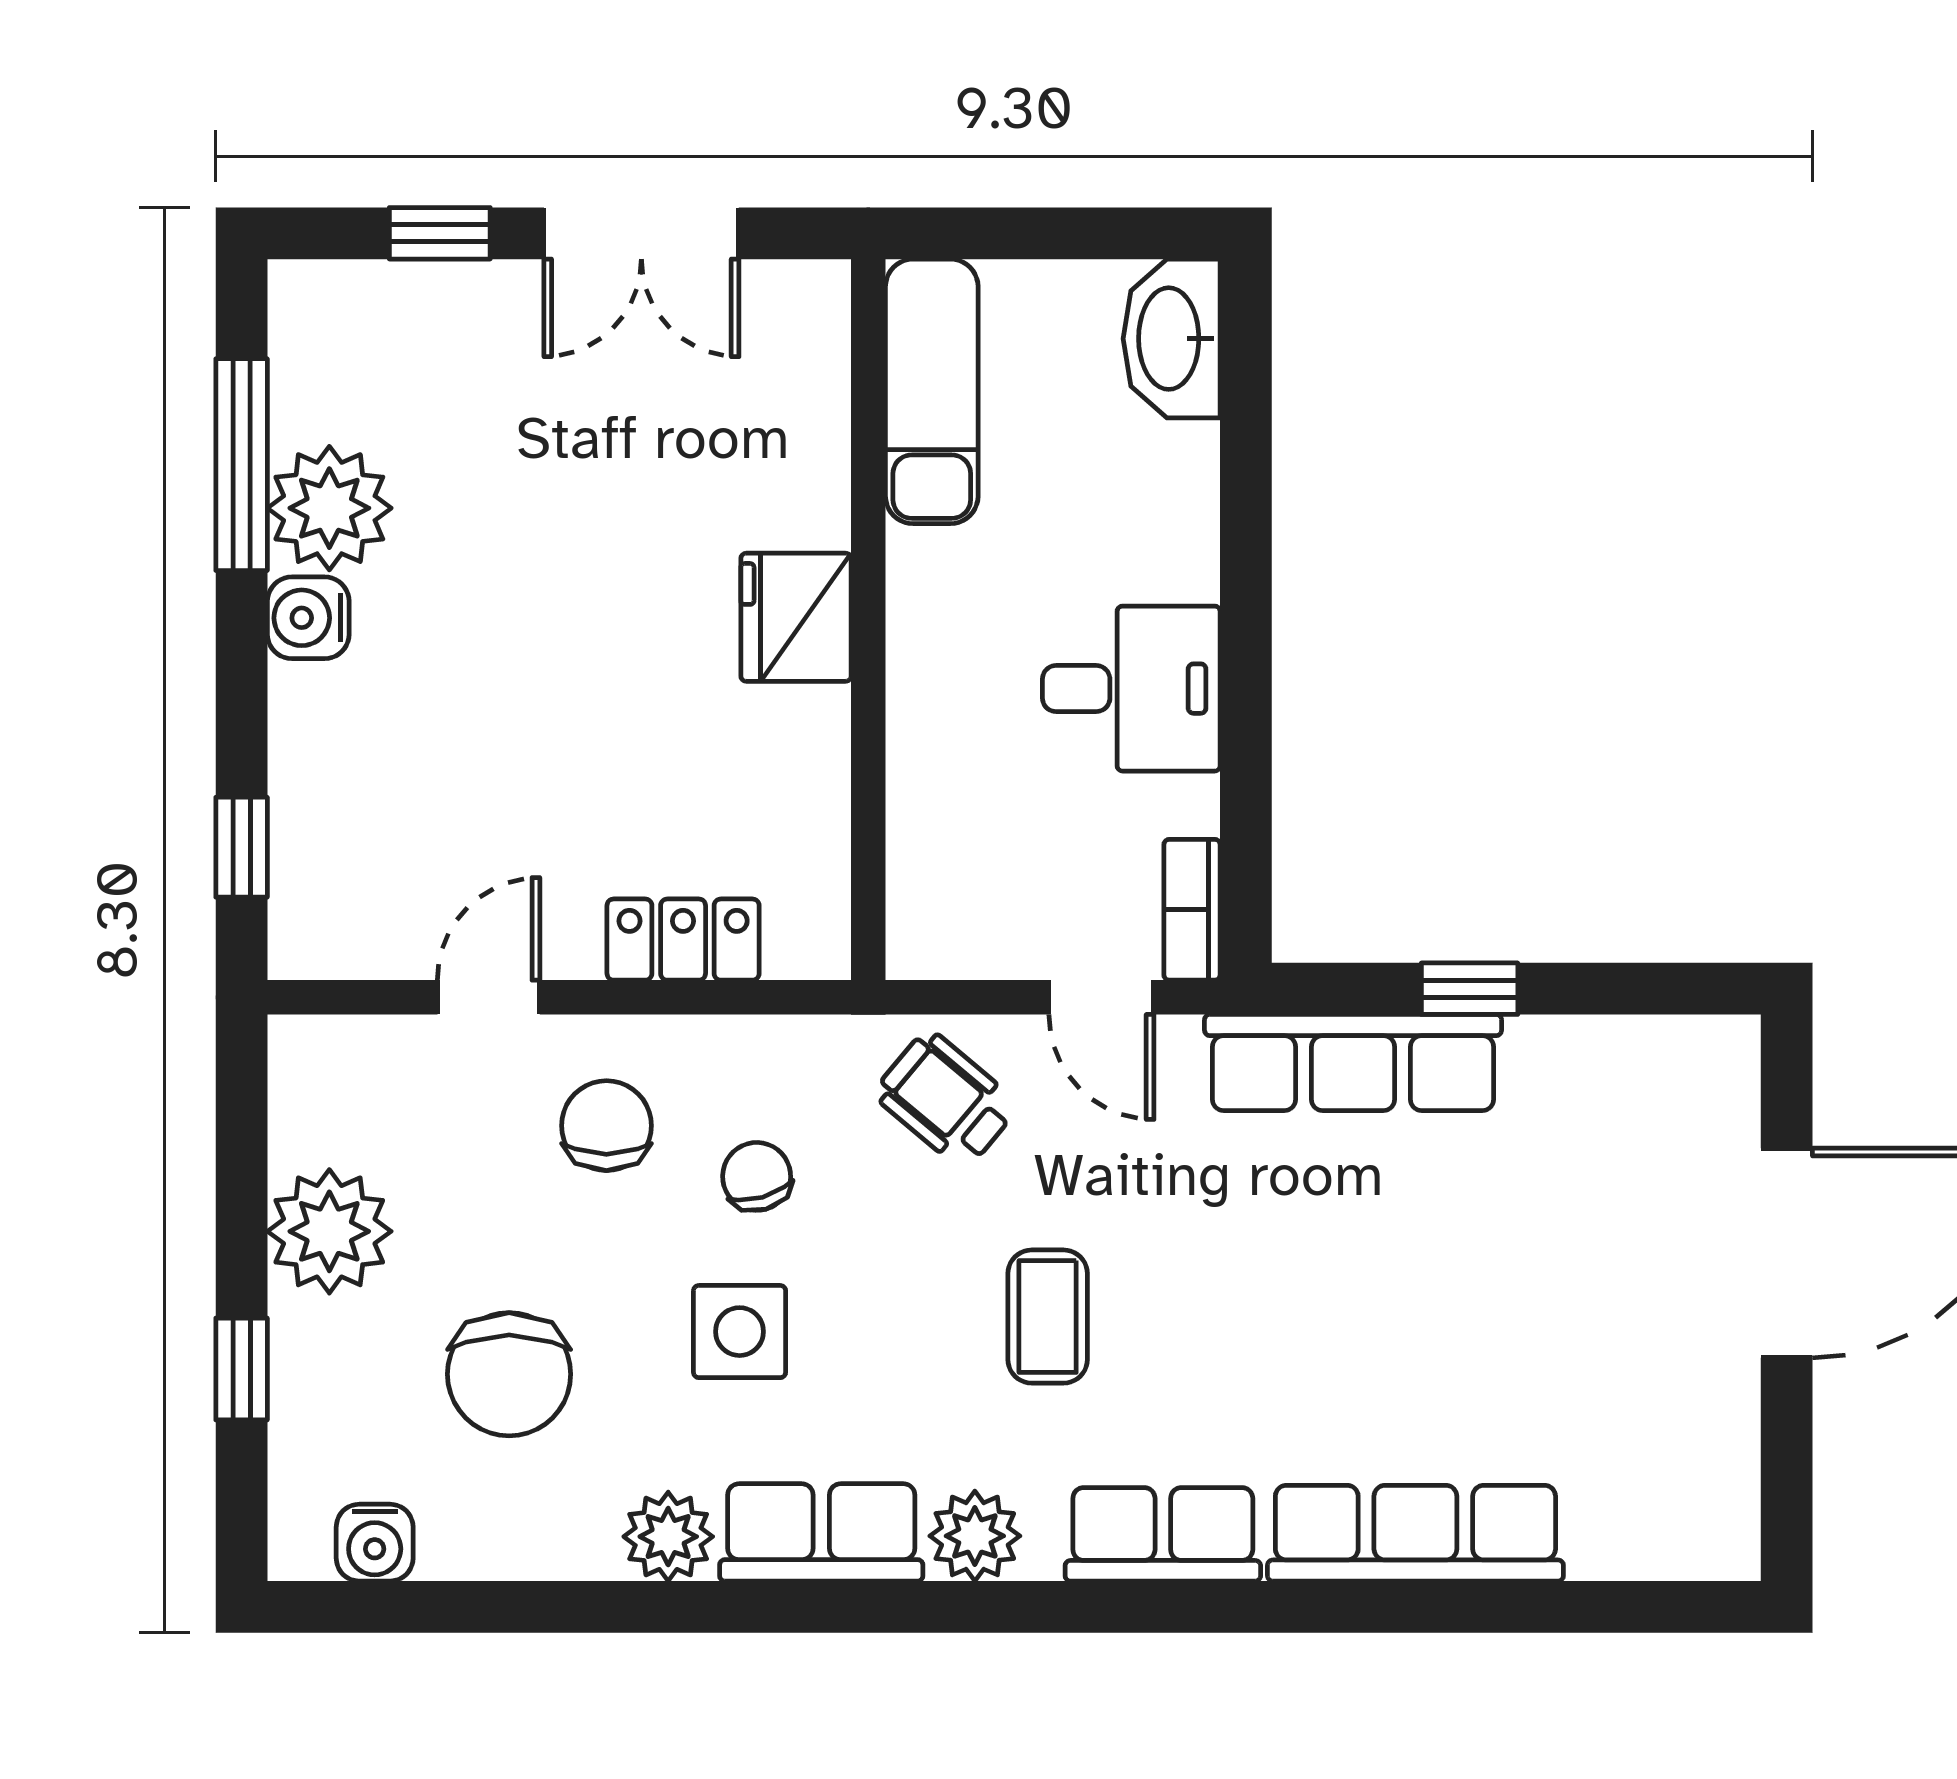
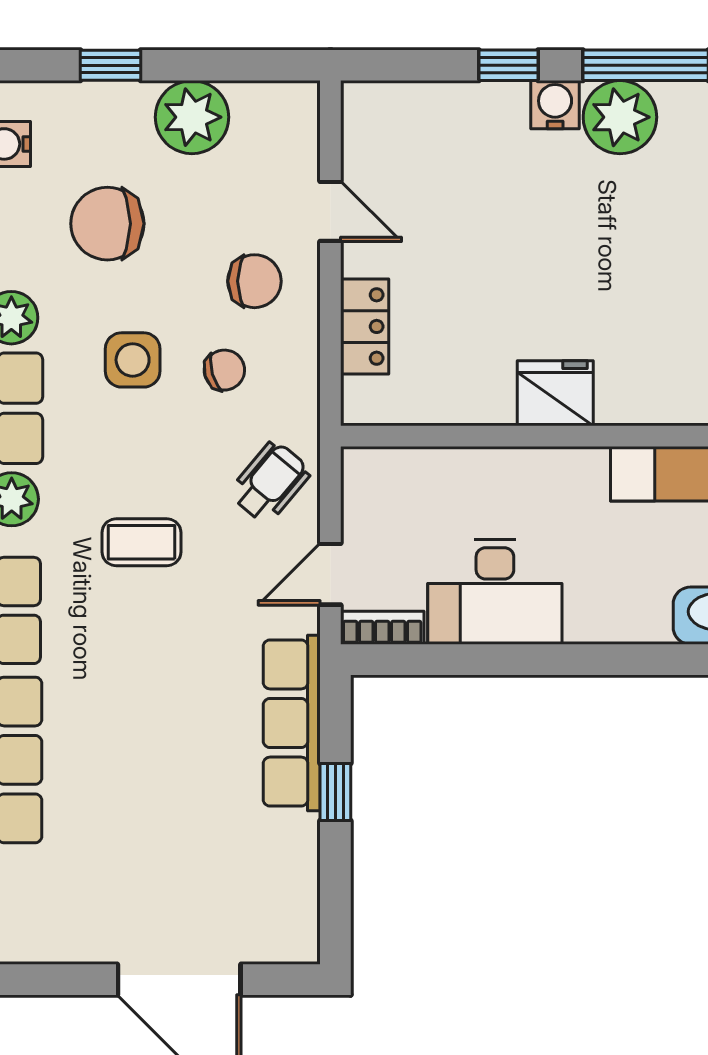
desk: (1131, 689) -> (495, 592), width x1.37
window: (242, 847) -> (508, 65), moved

